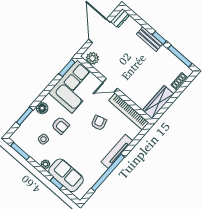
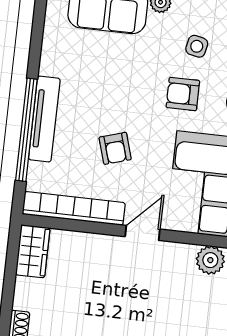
wardrobe: (158, 102) -> (33, 251), width x0.67
window: (108, 173) -> (26, 130), moved

